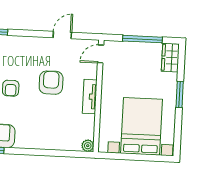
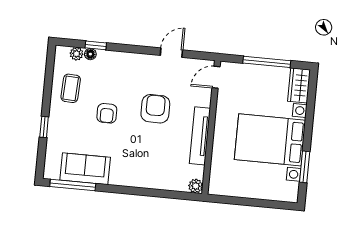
window: (180, 94) -> (305, 167), moved
tv unit: (90, 97) -> (200, 136), width x1.41
bed with nightstands: (142, 126) -> (270, 140), moved, turned -90

